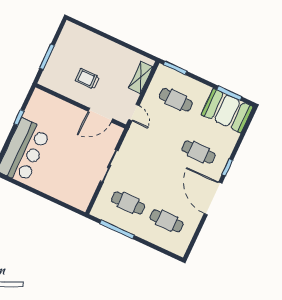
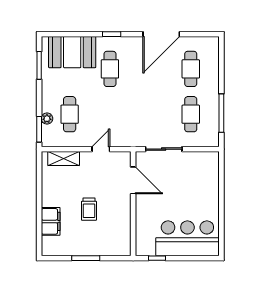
filing cabinet: (92, 41) -> (51, 221), added
plant: (181, 79) -> (47, 119), added
wall: (81, 106) -> (133, 204), moved
booth: (227, 111) -> (72, 52), moved, turned 90
door: (100, 115) -> (133, 180), moved
door: (213, 198) -> (161, 34), moved

